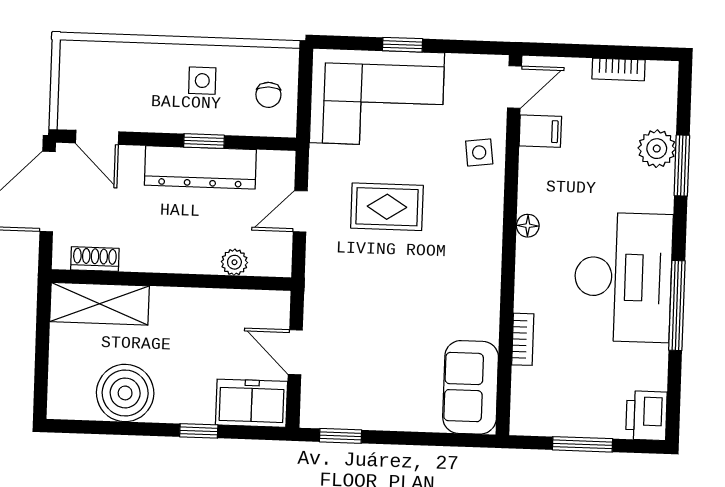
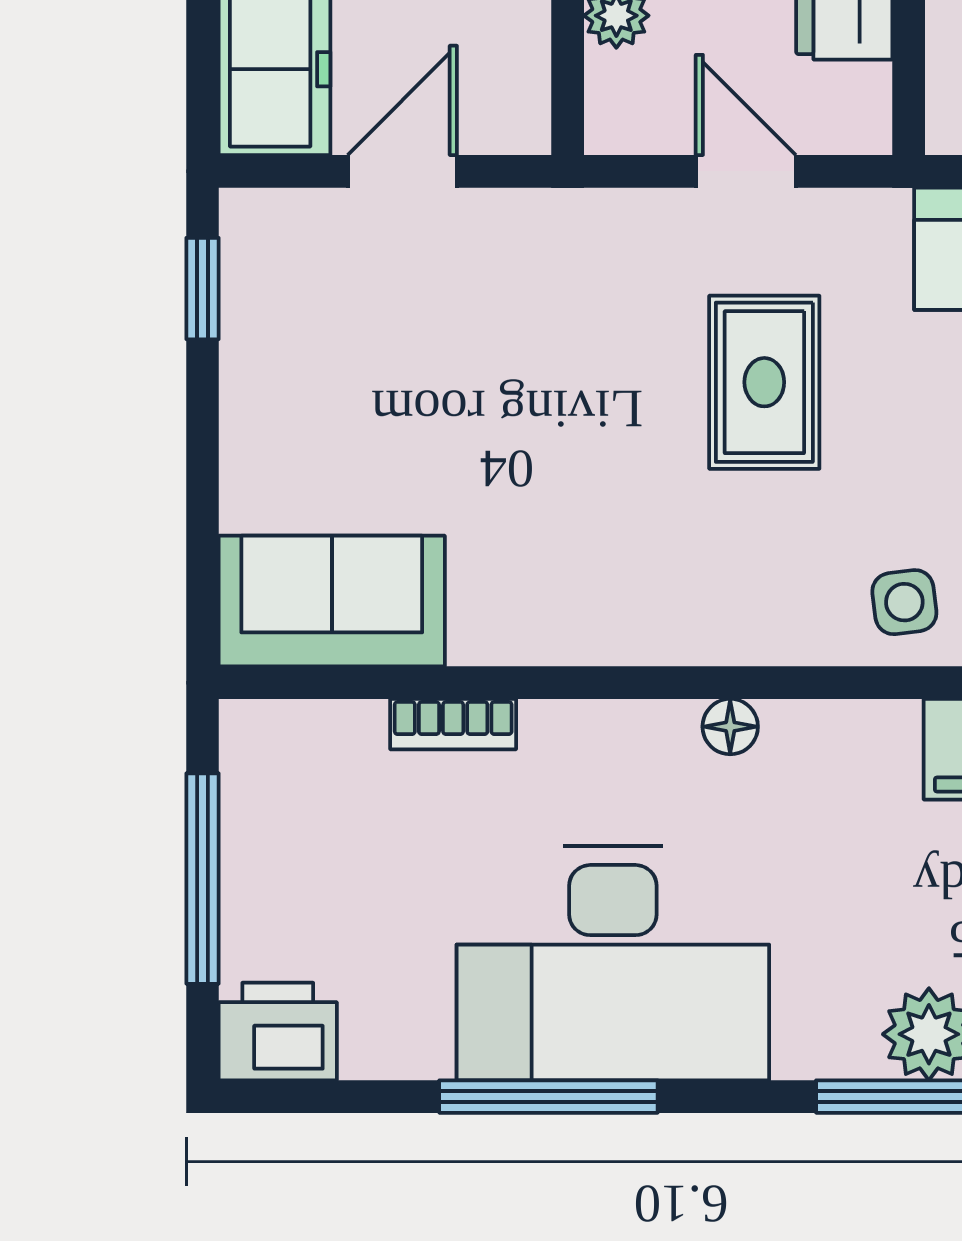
window: (583, 444) -> (203, 879), width x1.44

